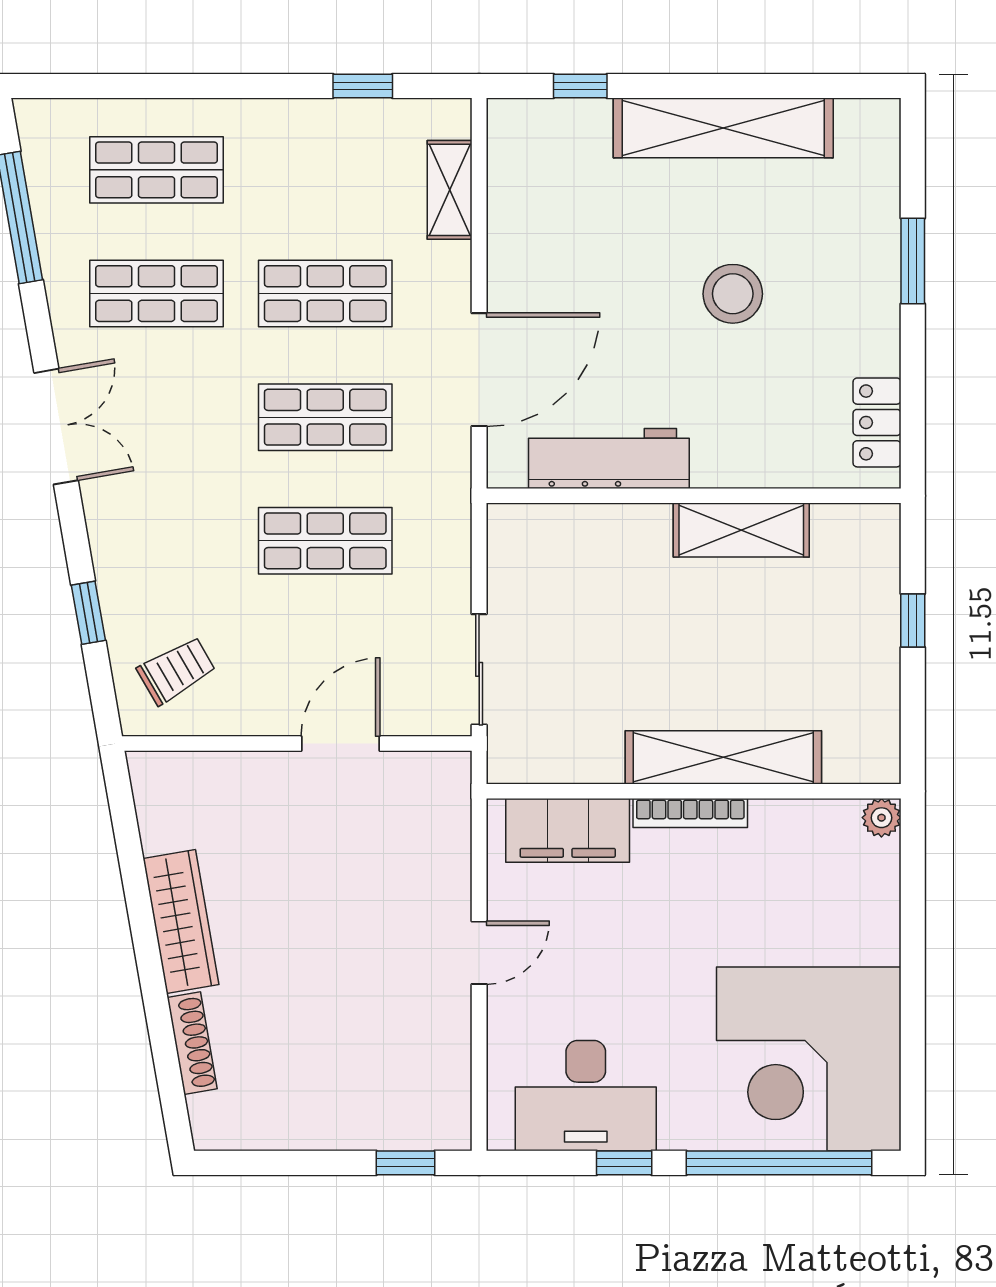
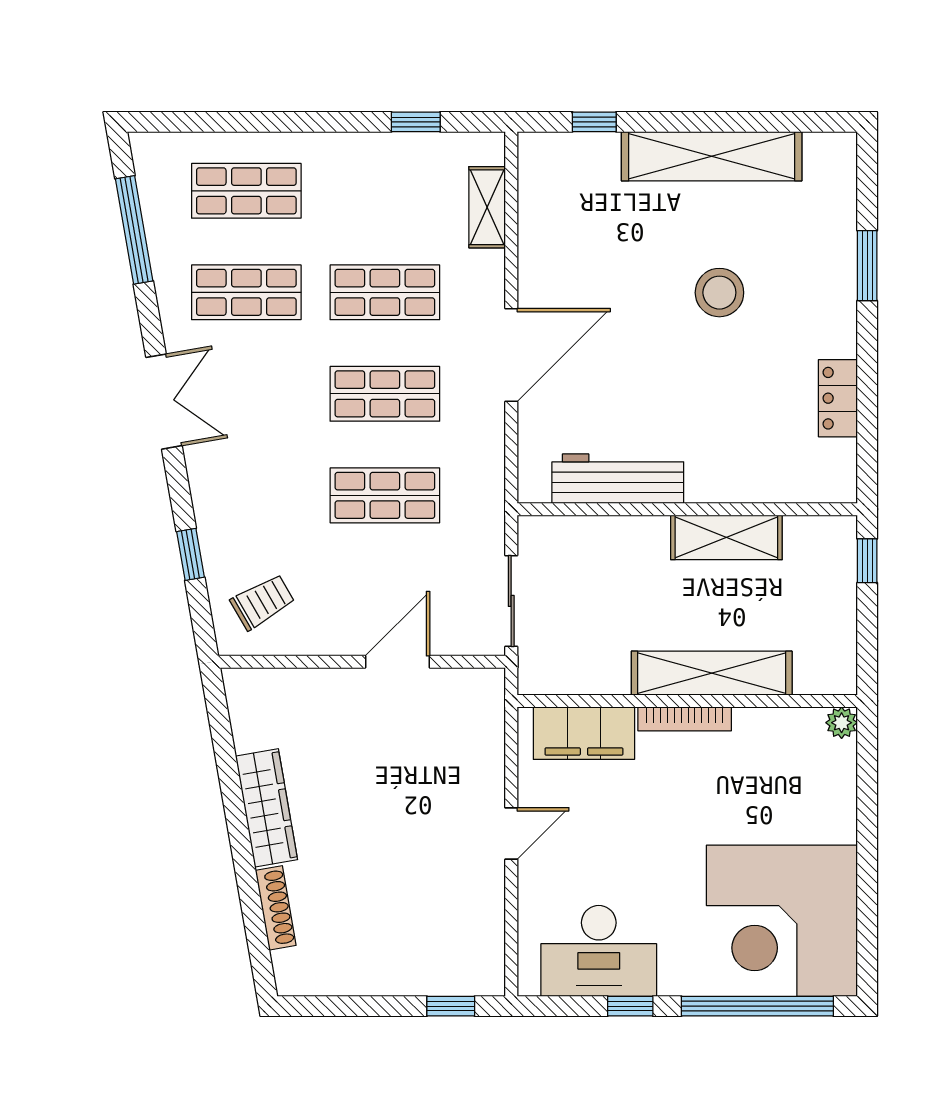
workbench: (609, 459) -> (618, 479), moved
wall: (694, 496) -> (687, 509), moved
shelving: (741, 530) -> (726, 537), moved

